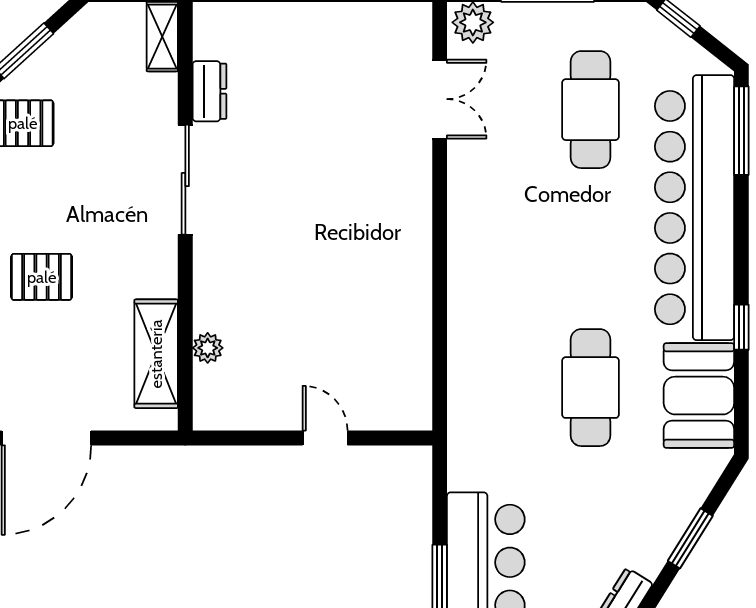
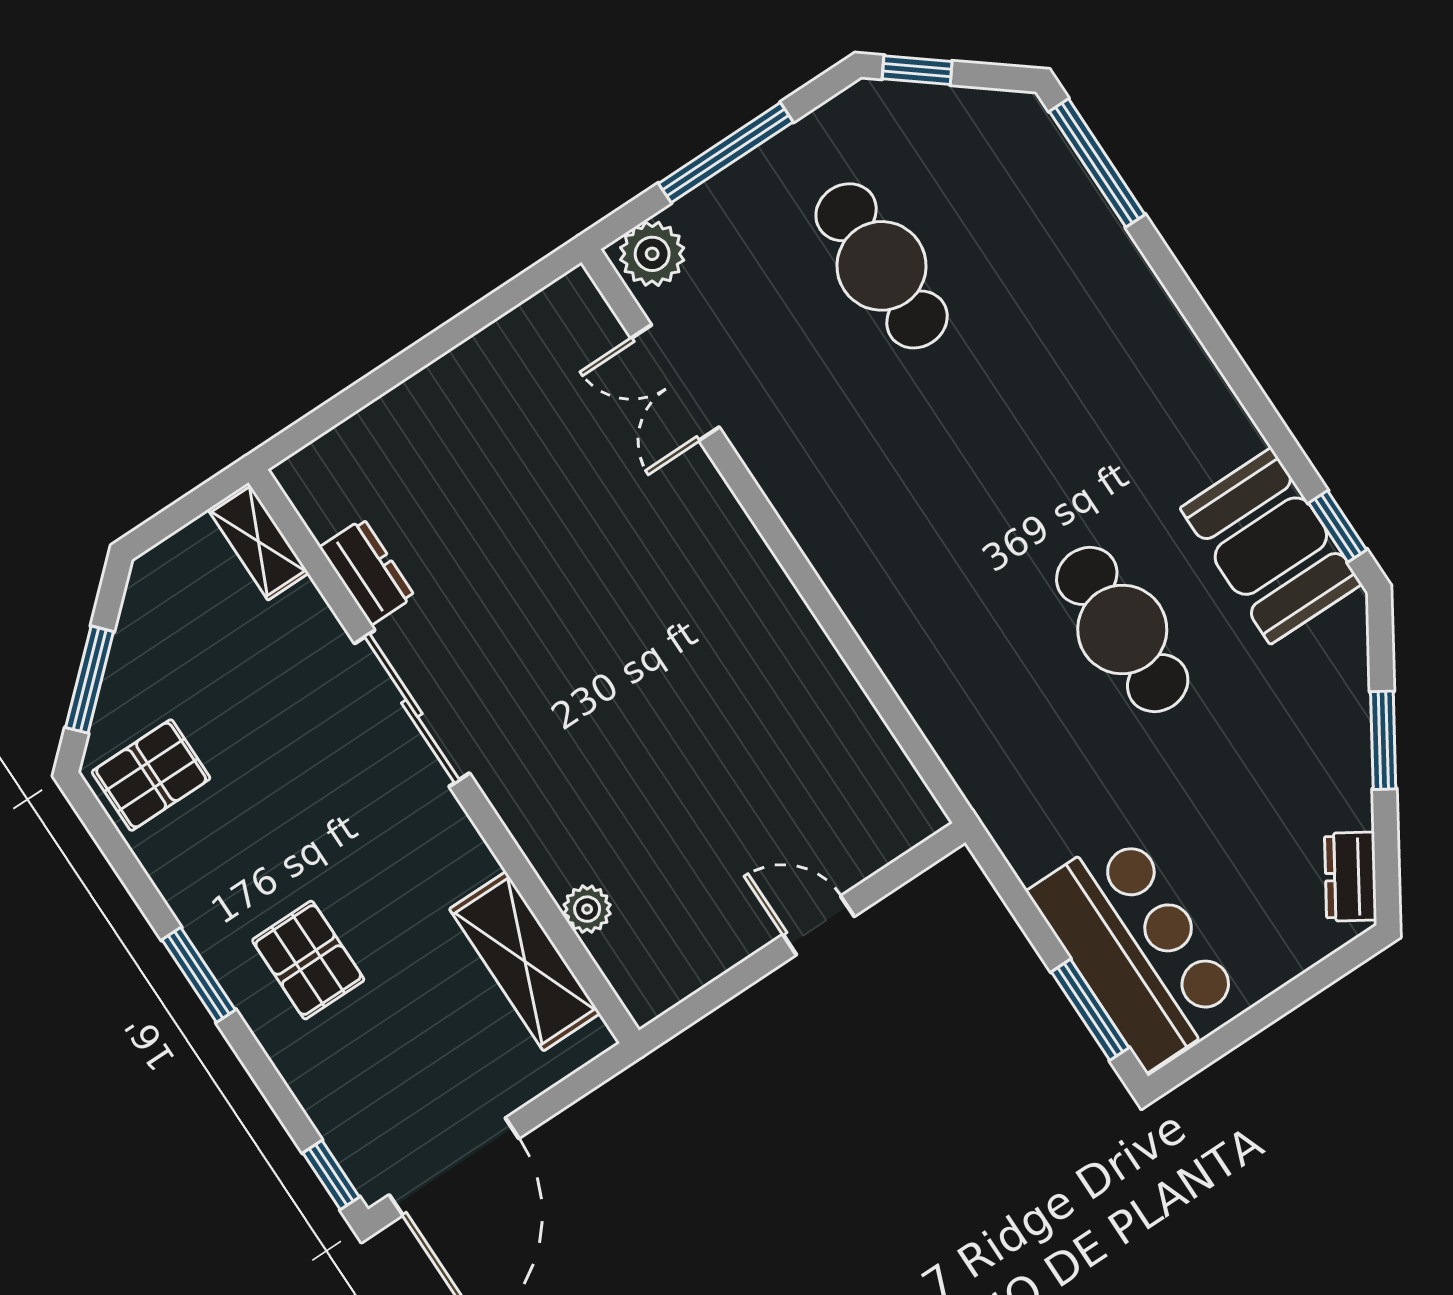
double door: (440, 99) -> (675, 383), swing flipped
bar counter: (694, 208) -> (1102, 304), removed
pallet: (42, 277) -> (308, 960), turned 90
window: (741, 327) -> (1338, 526), moved

